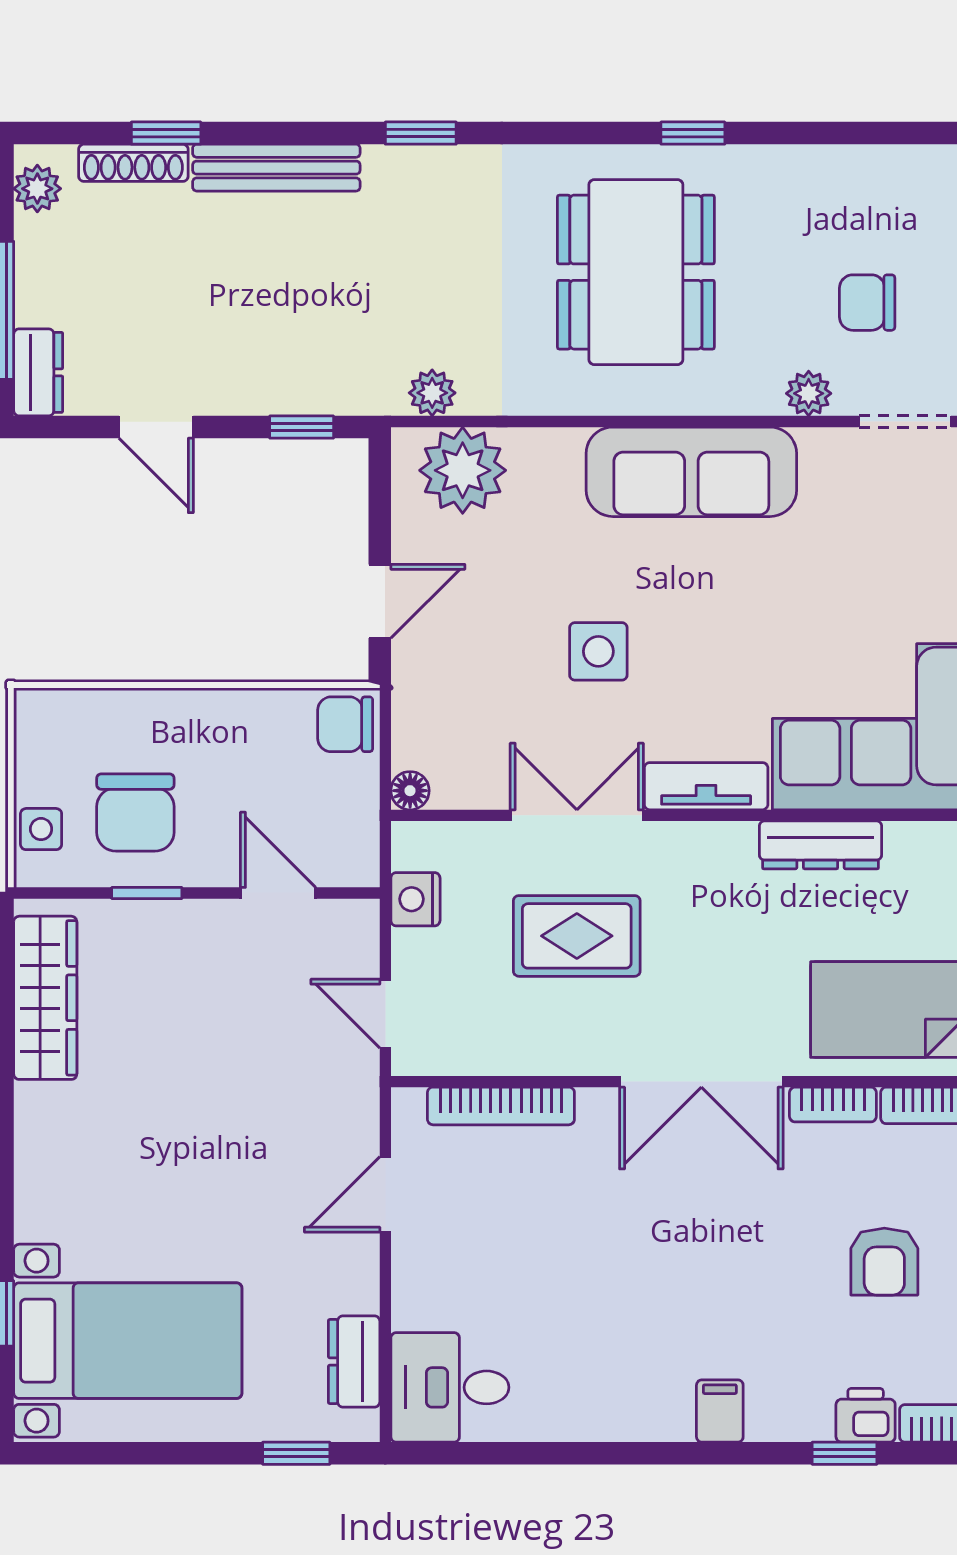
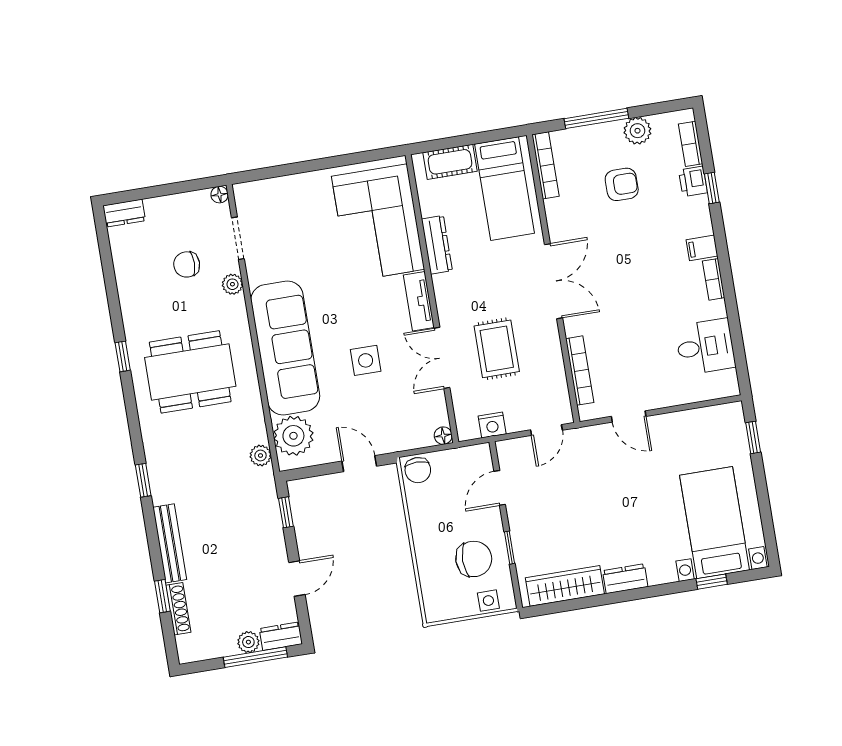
plant: (37, 189) -> (248, 642), moved
chair: (867, 303) -> (187, 264), turned 90
sofa: (691, 472) -> (285, 348), width x1.36, depth x1.27
bookcase: (833, 1104) -> (714, 279), moved, turned 180
dresser: (354, 1361) -> (625, 579), moved, turned 180
desk: (450, 1387) -> (705, 347), moved, turned -90

